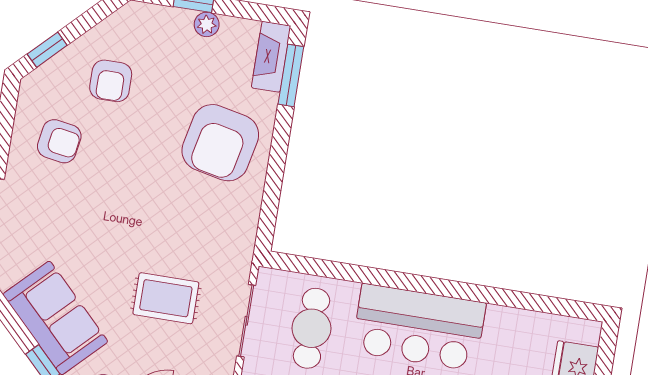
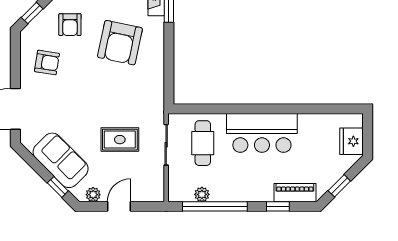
armchair: (220, 143) -> (120, 43), moved

